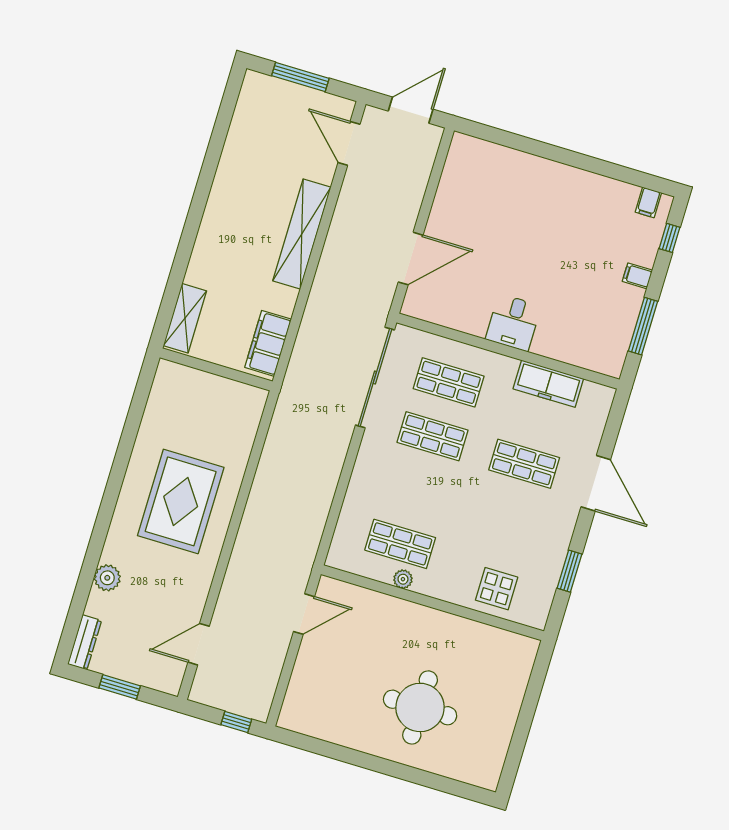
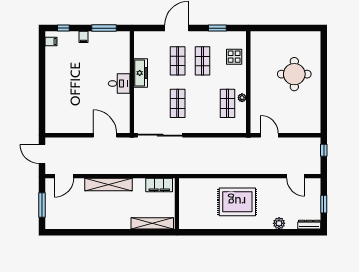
shelving: (185, 318) -> (152, 223), width x1.47
shop shelf: (449, 382) -> (203, 61), moved
freezer: (548, 384) -> (141, 73), moved

